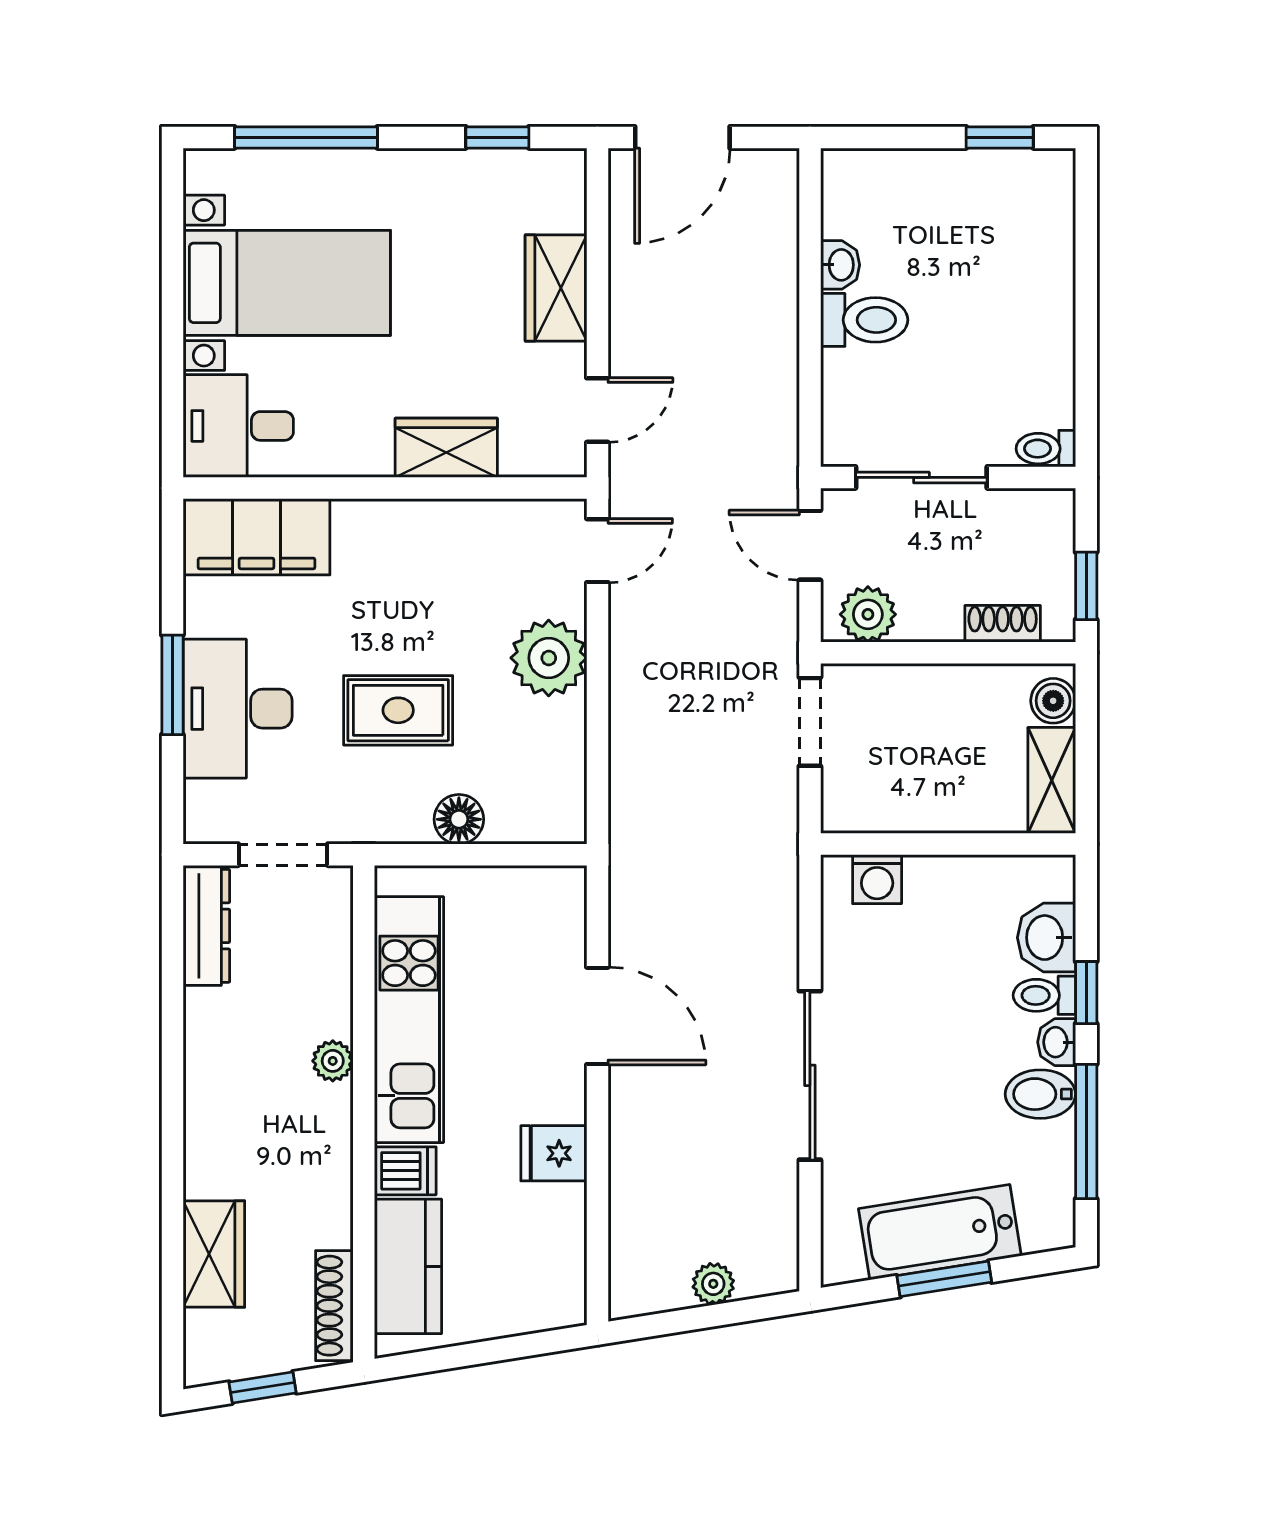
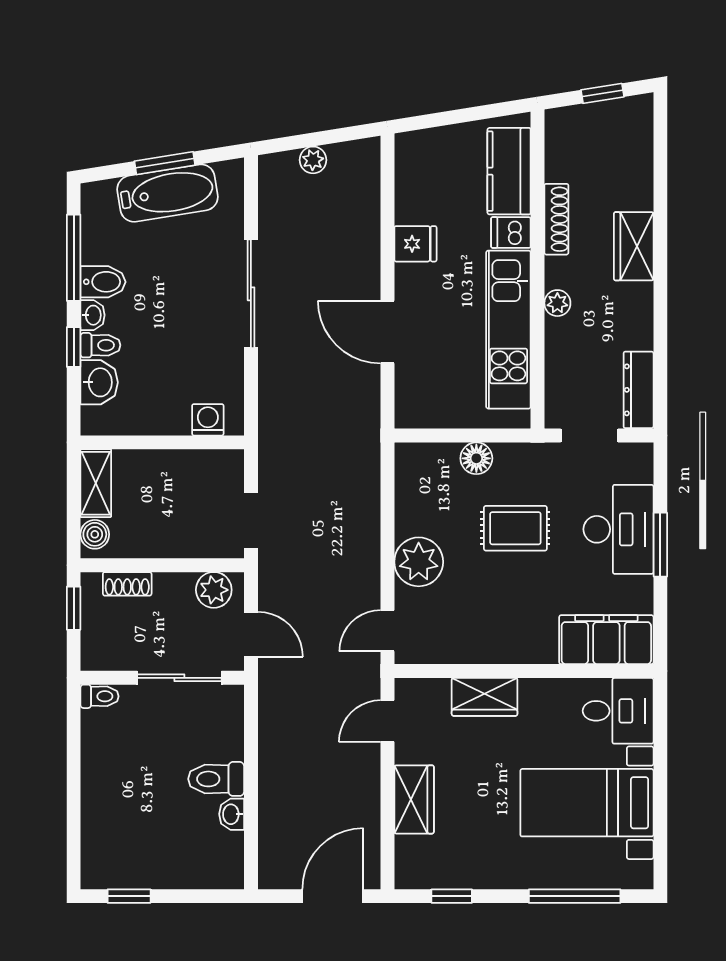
wardrobe: (214, 1254) -> (634, 246), moved
shoe rack: (334, 1306) -> (556, 219), moved

